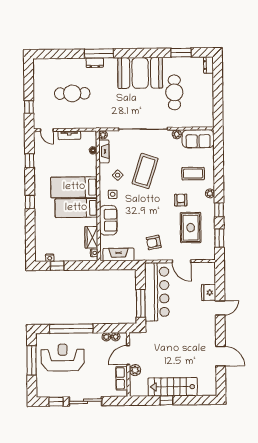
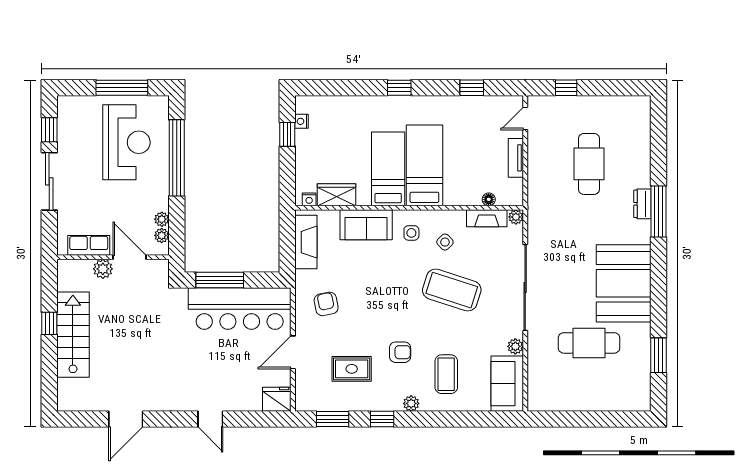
dresser: (208, 65) -> (636, 403), removed
rug: (191, 228) -> (352, 369), width x0.73, depth x0.70
fridge: (209, 293) -> (277, 399), moved

